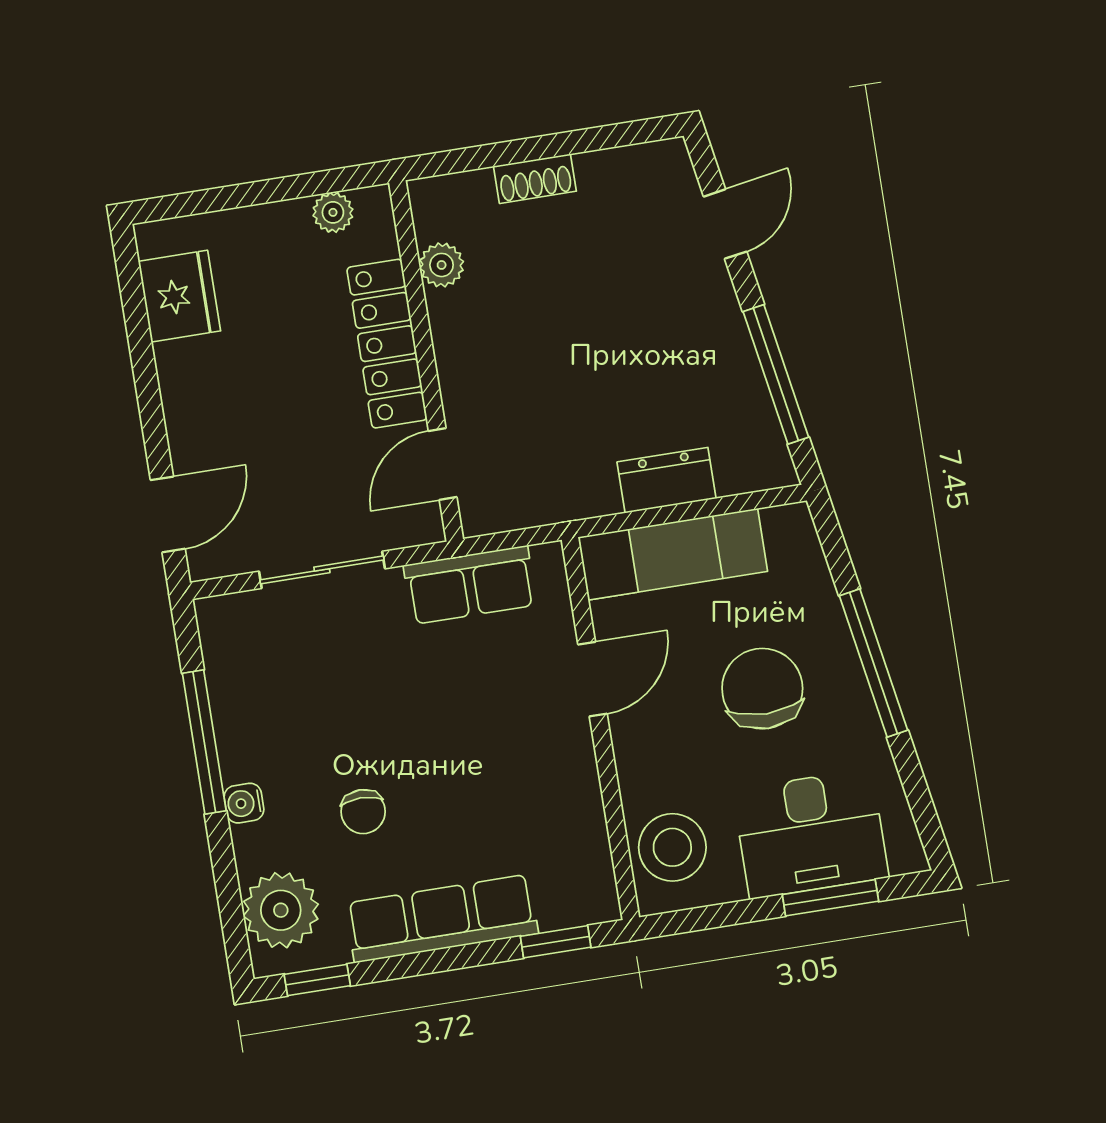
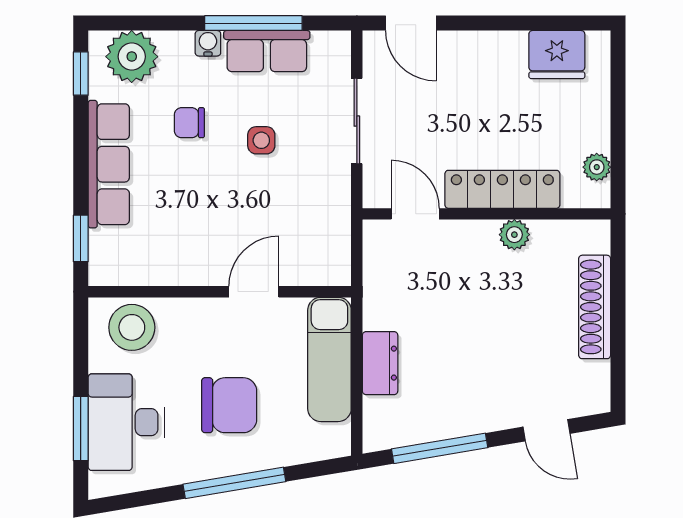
shoe rack: (535, 179) -> (595, 307), width x1.94, depth x1.24
plant: (442, 265) -> (514, 235), moved
row of seats: (470, 585) -> (267, 51), moved, turned -90
door: (592, 679) -> (254, 292), swing flipped
side table: (372, 704) -> (261, 140), added

